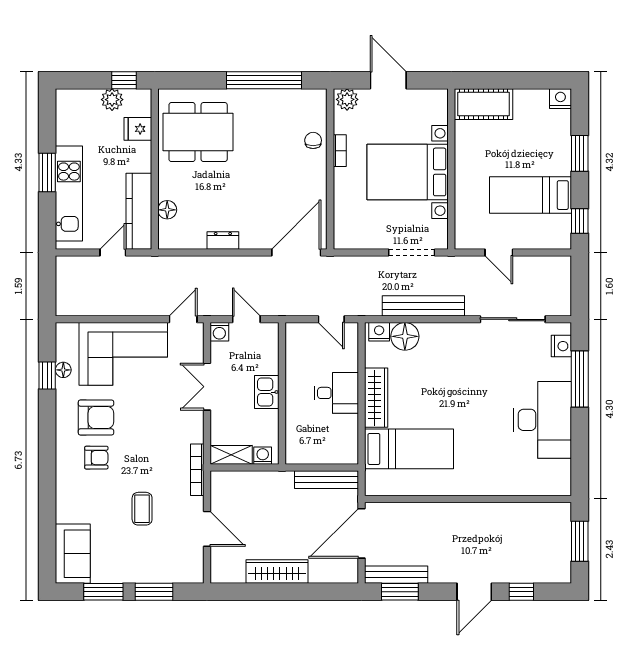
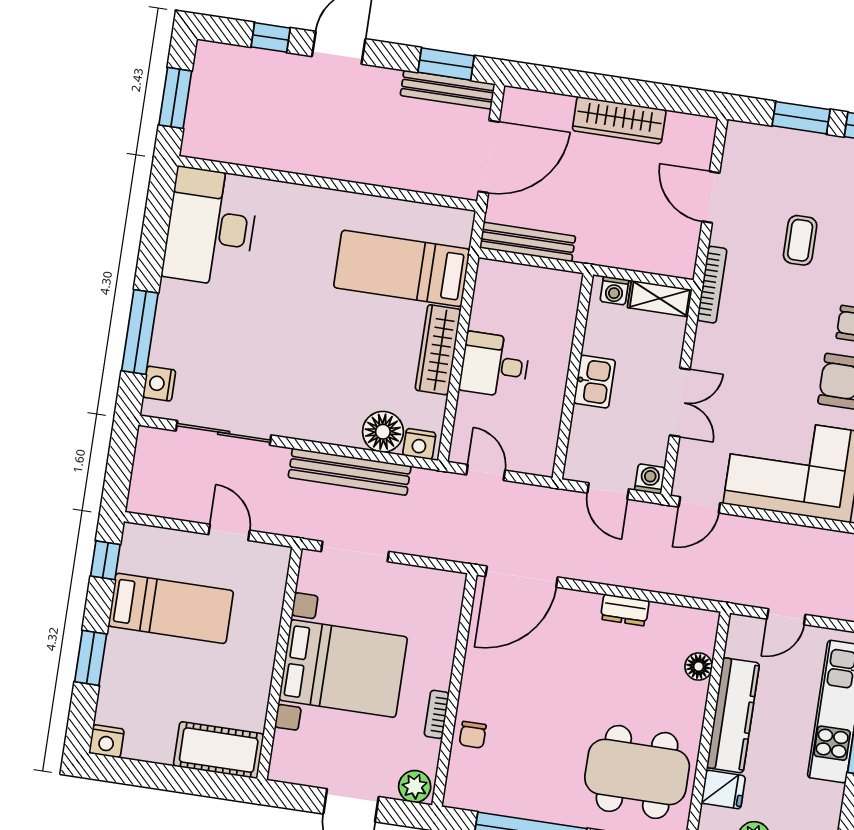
kitchen counter: (139, 211) -> (733, 715), moved
desk: (543, 420) -> (211, 227), moved

